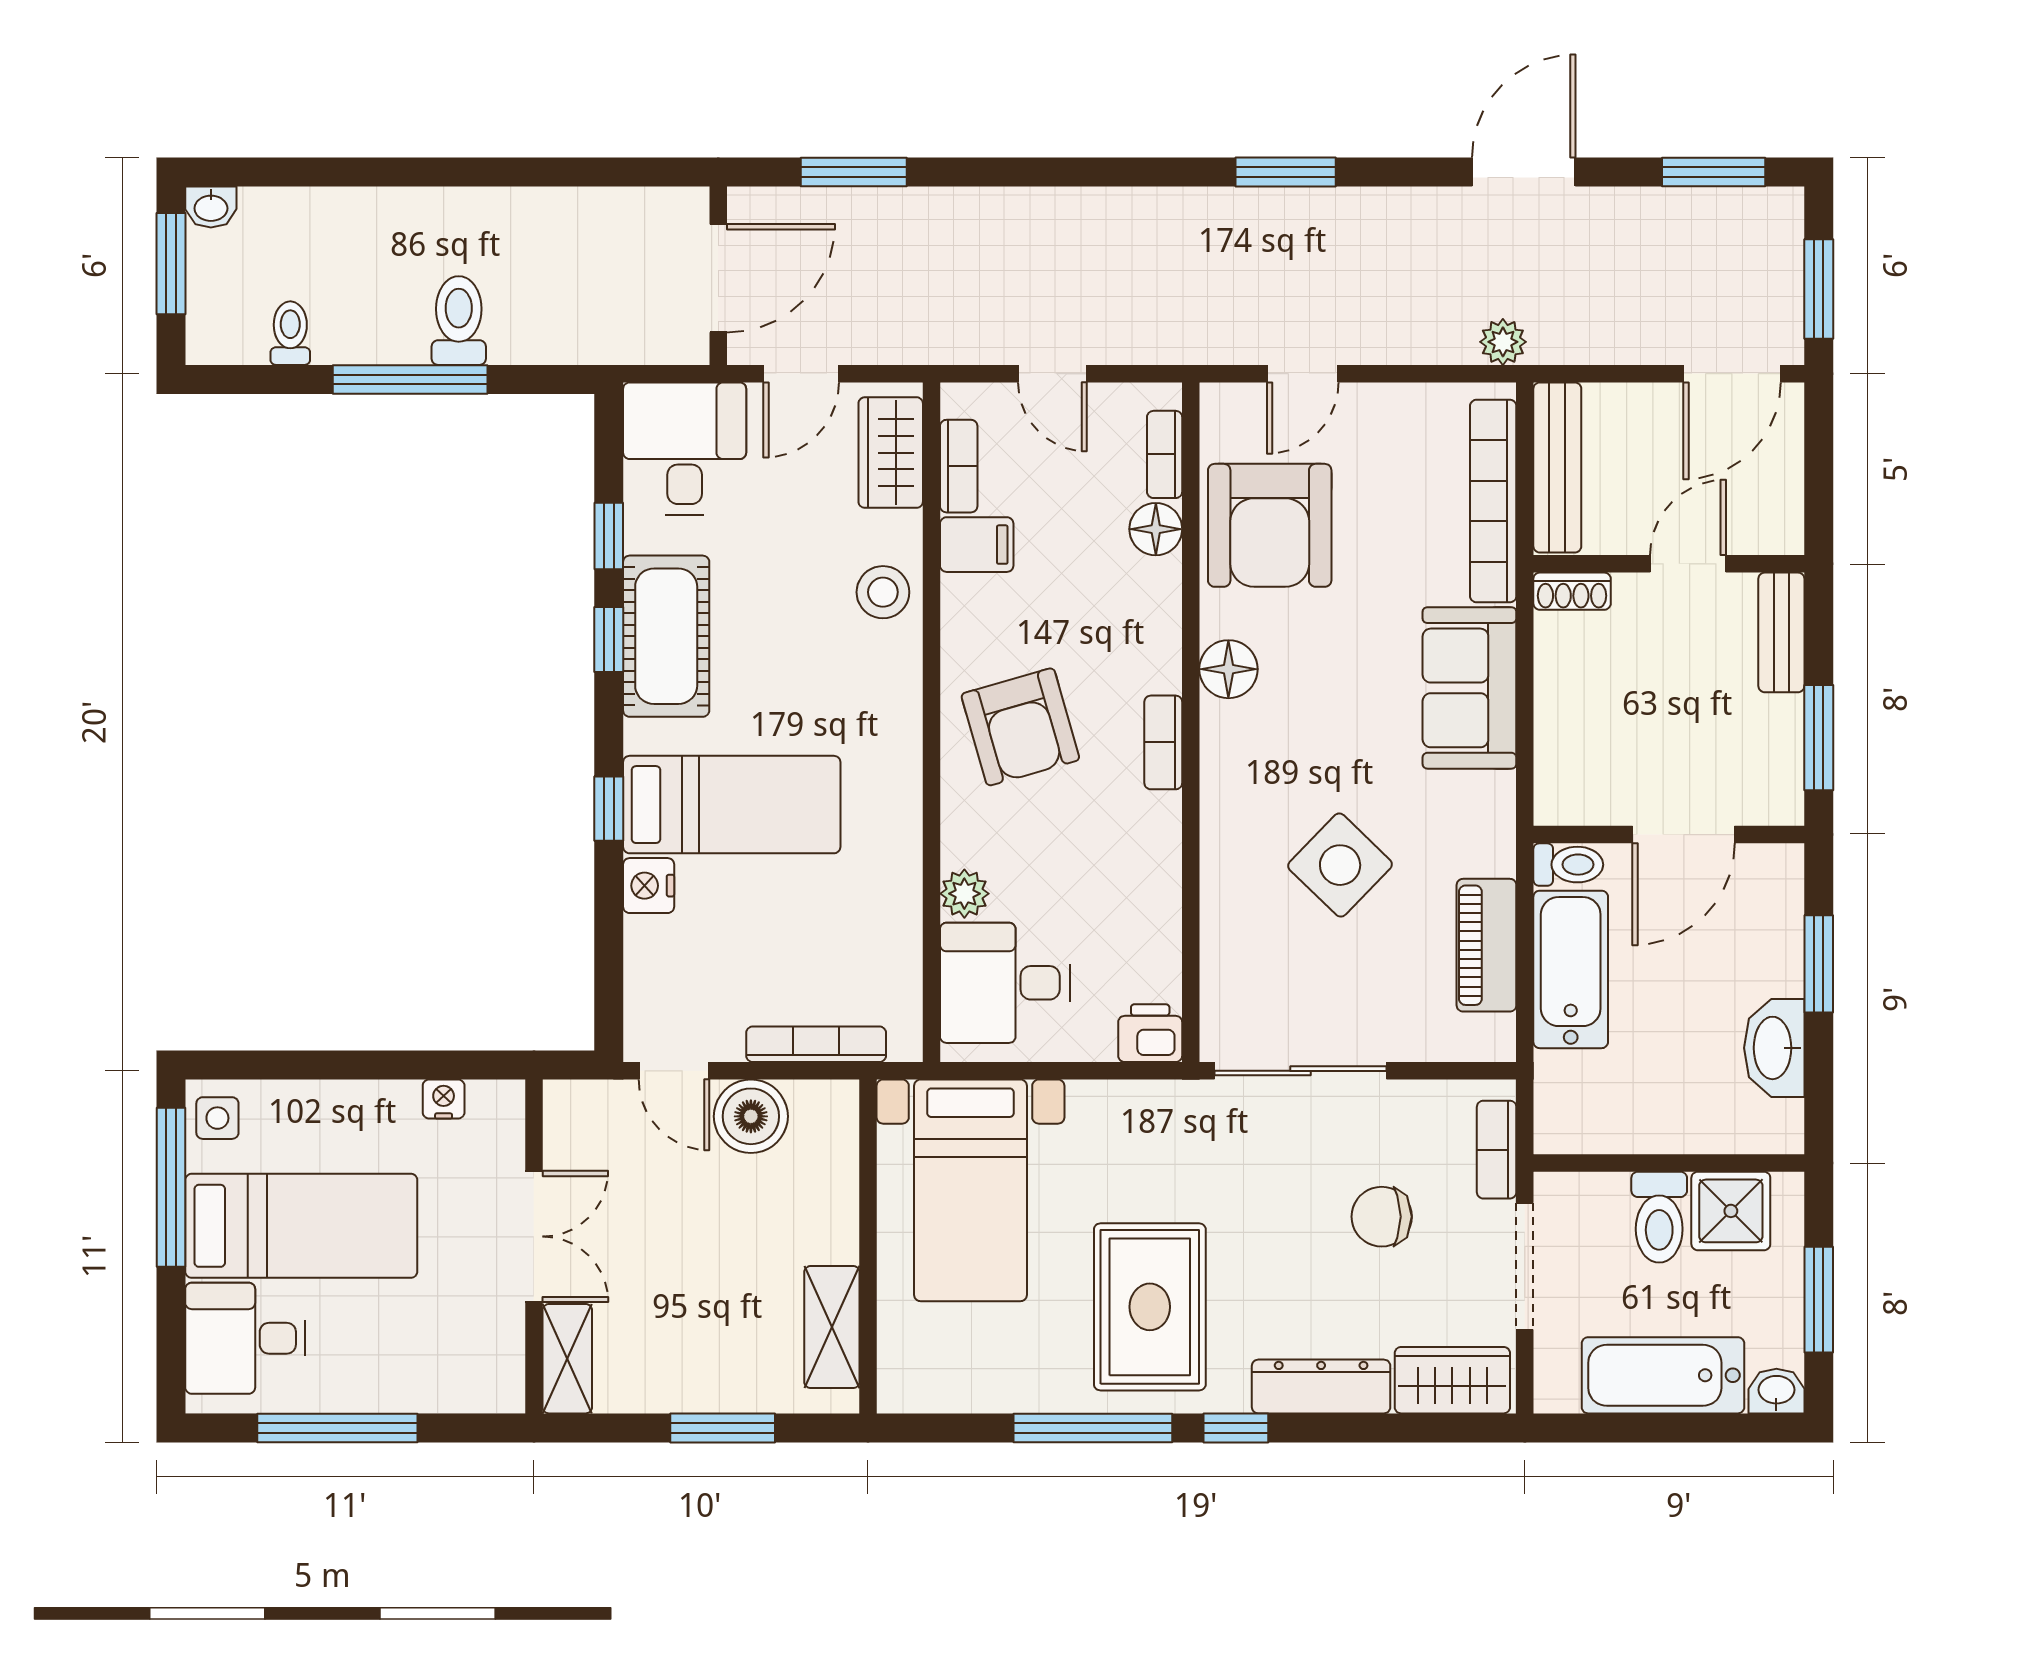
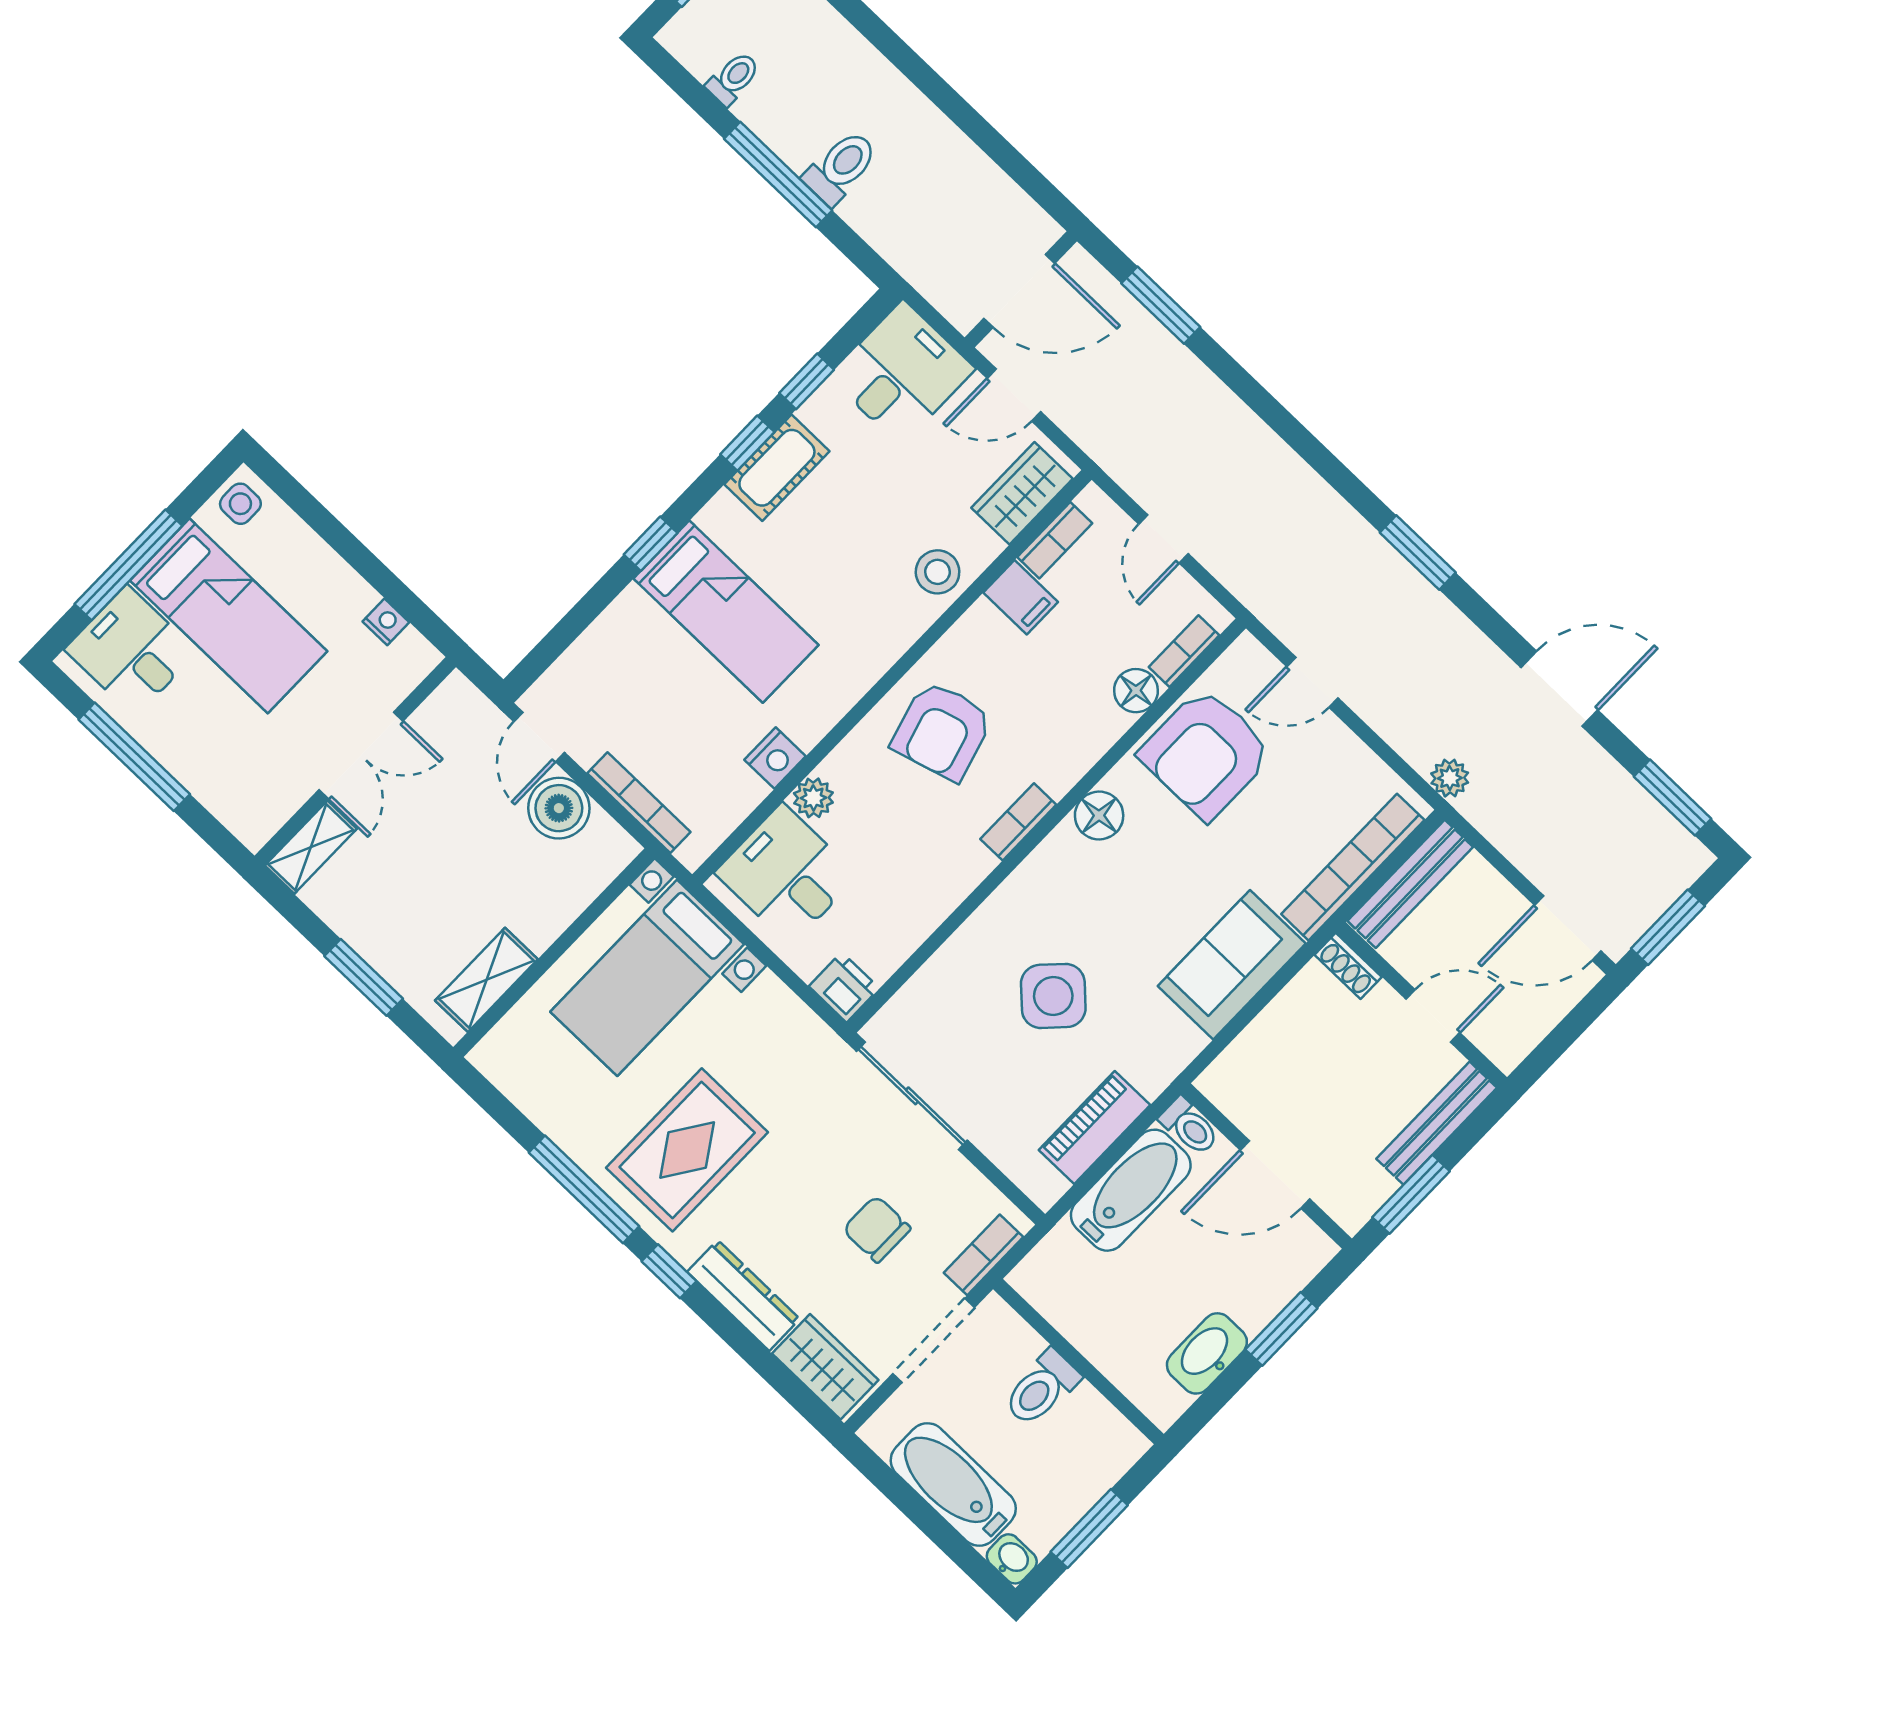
bench: (1781, 632) -> (1437, 1123), width x1.36
cot: (666, 636) -> (777, 468), width x0.73, depth x0.75
nightstand: (649, 886) -> (775, 758), moved, turned 180
window: (171, 1187) -> (128, 565), moved
shower: (1731, 1211) -> (1088, 1426), removed

